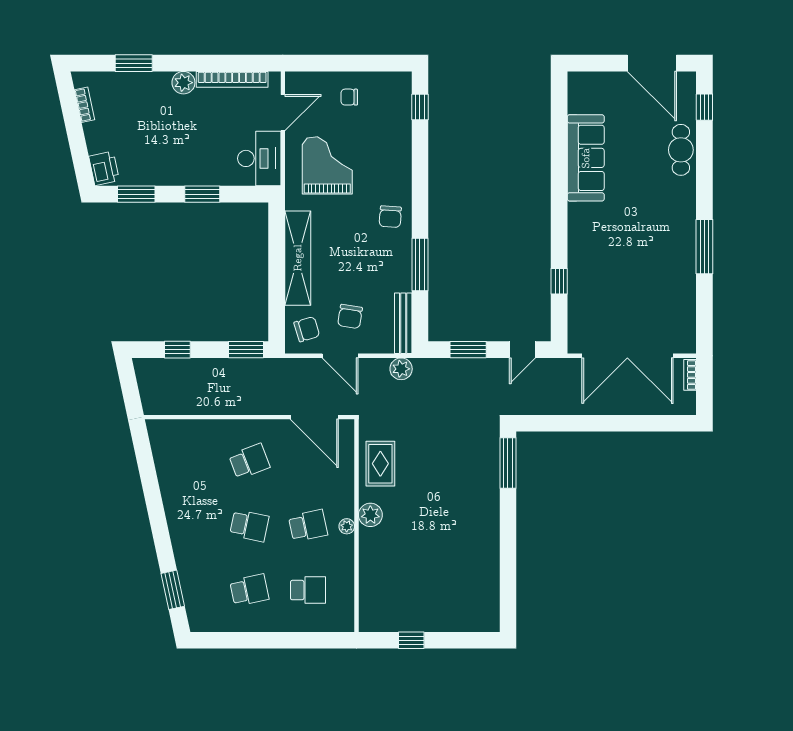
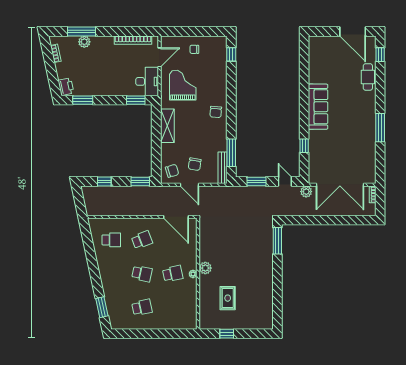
window: (134, 63) -> (81, 32), width x1.44
plant: (183, 83) -> (84, 42), moved
sofa: (586, 158) -> (318, 107), moved
window: (202, 194) -> (136, 100), moved
shelving: (298, 258) -> (167, 126), width x0.68
window: (420, 264) -> (231, 153), moved
door: (522, 350) -> (285, 182), swing flipped
plant: (401, 369) -> (306, 192), moved
rug: (380, 464) -> (228, 298), moved
school desk: (308, 590) -> (111, 240), moved

